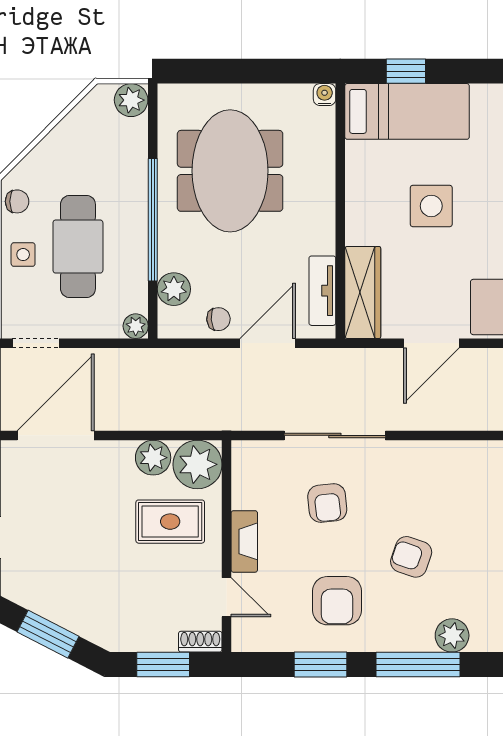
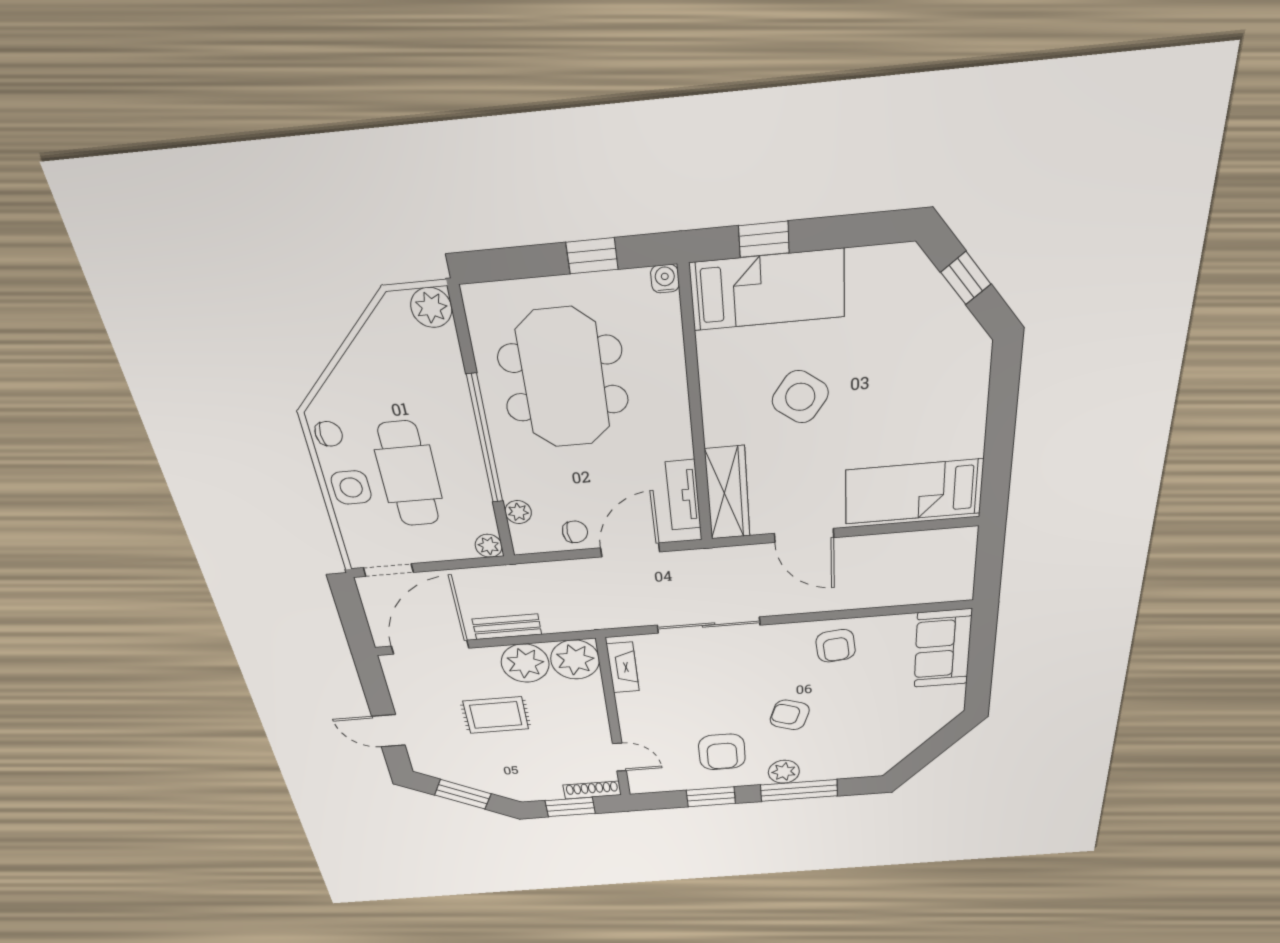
window: (268, 71) -> (592, 256), added
side table: (431, 206) -> (800, 397), turned 36
side table: (23, 255) -> (351, 487), width x1.37, depth x1.37
plant: (174, 289) -> (518, 512), width x0.73, depth x0.73
door: (431, 343) -> (804, 535), hinge flipped
bench: (136, 418) -> (507, 627), added
plant: (153, 458) -> (525, 663), width x1.36, depth x1.36
armchair: (327, 503) -> (836, 646), moved
rug: (170, 522) -> (496, 715), moved
fireplace: (244, 541) -> (623, 668), moved
plant: (452, 635) -> (784, 772), moved
shoe rack: (200, 642) -> (592, 790), width x1.43

